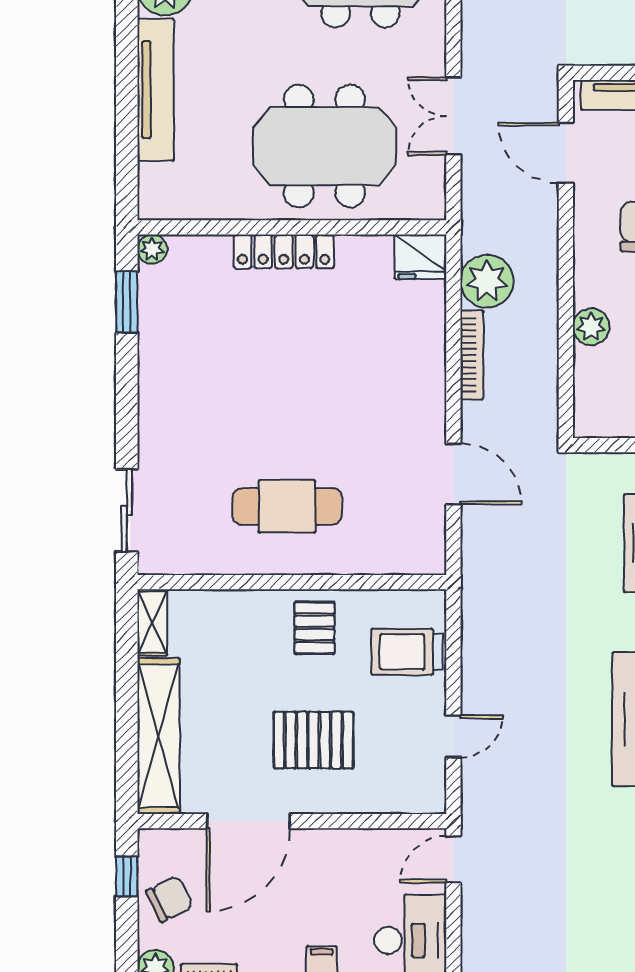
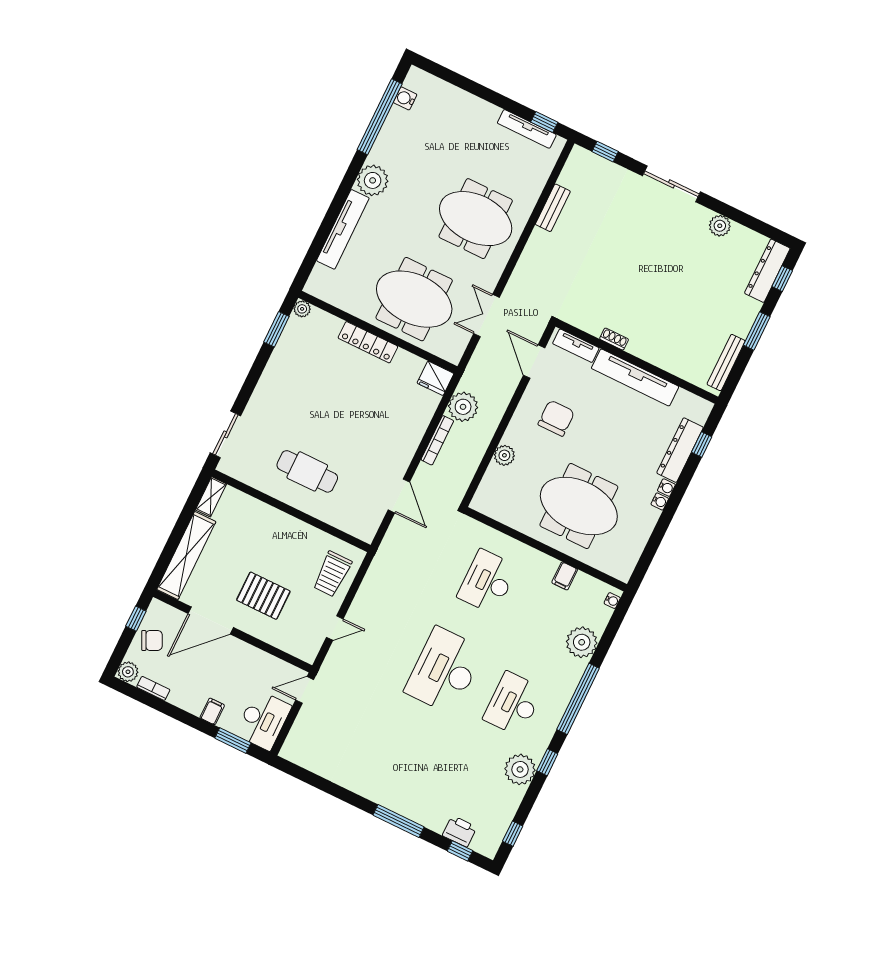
pallet: (315, 628) -> (291, 539), removed
trolley: (407, 652) -> (332, 574), turned -90

